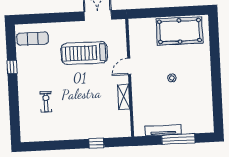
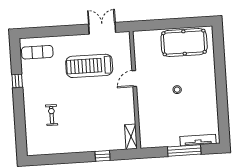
shelving: (124, 97) -> (131, 137), moved
tv unit: (163, 130) -> (198, 140), moved

